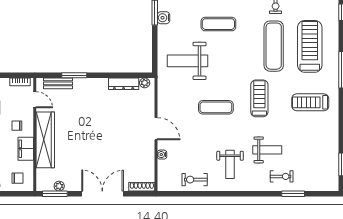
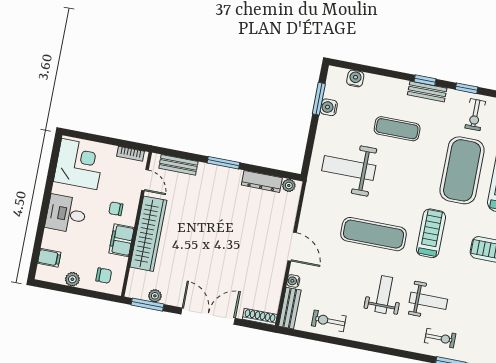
exercise mat: (274, 46) -> (462, 170), width x1.47
window: (74, 75) -> (223, 163), moved
exercise mat: (216, 107) -> (374, 234), width x1.36, depth x1.45
weight bench: (230, 164) -> (384, 295), moved, turned 180
bench: (163, 176) -> (290, 308), added

